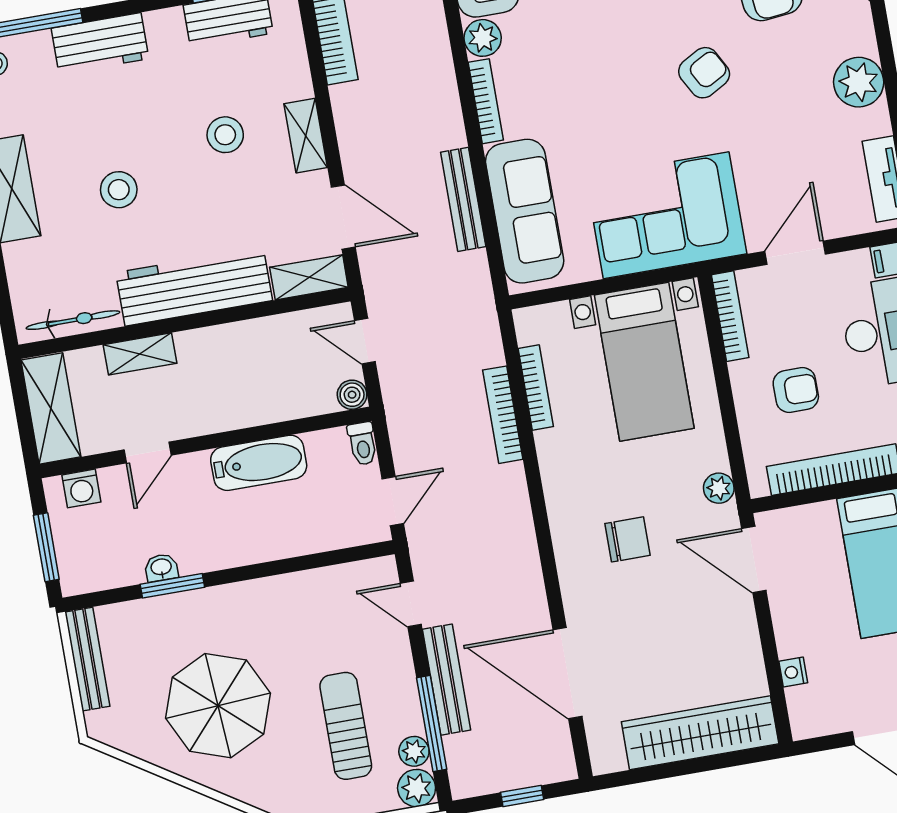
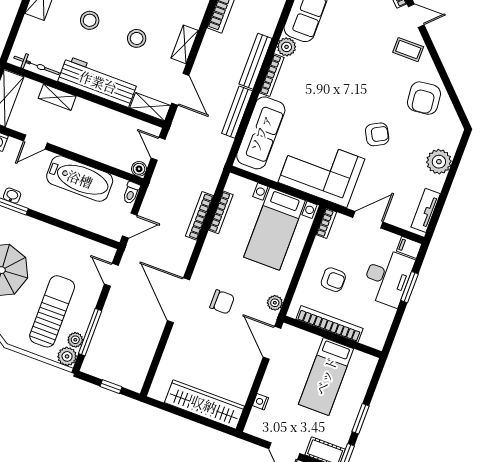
armchair: (704, 73) -> (377, 134), moved
stool: (225, 135) -> (137, 38), moved
bookcase: (730, 316) -> (326, 223), width x0.64
bathtub: (259, 463) -> (80, 179), width x1.36, depth x1.36
door: (567, 673) -> (179, 300), moved
bench: (446, 680) -> (255, 61), moved
sun lounger: (346, 726) -> (52, 311), width x1.36, depth x1.34

